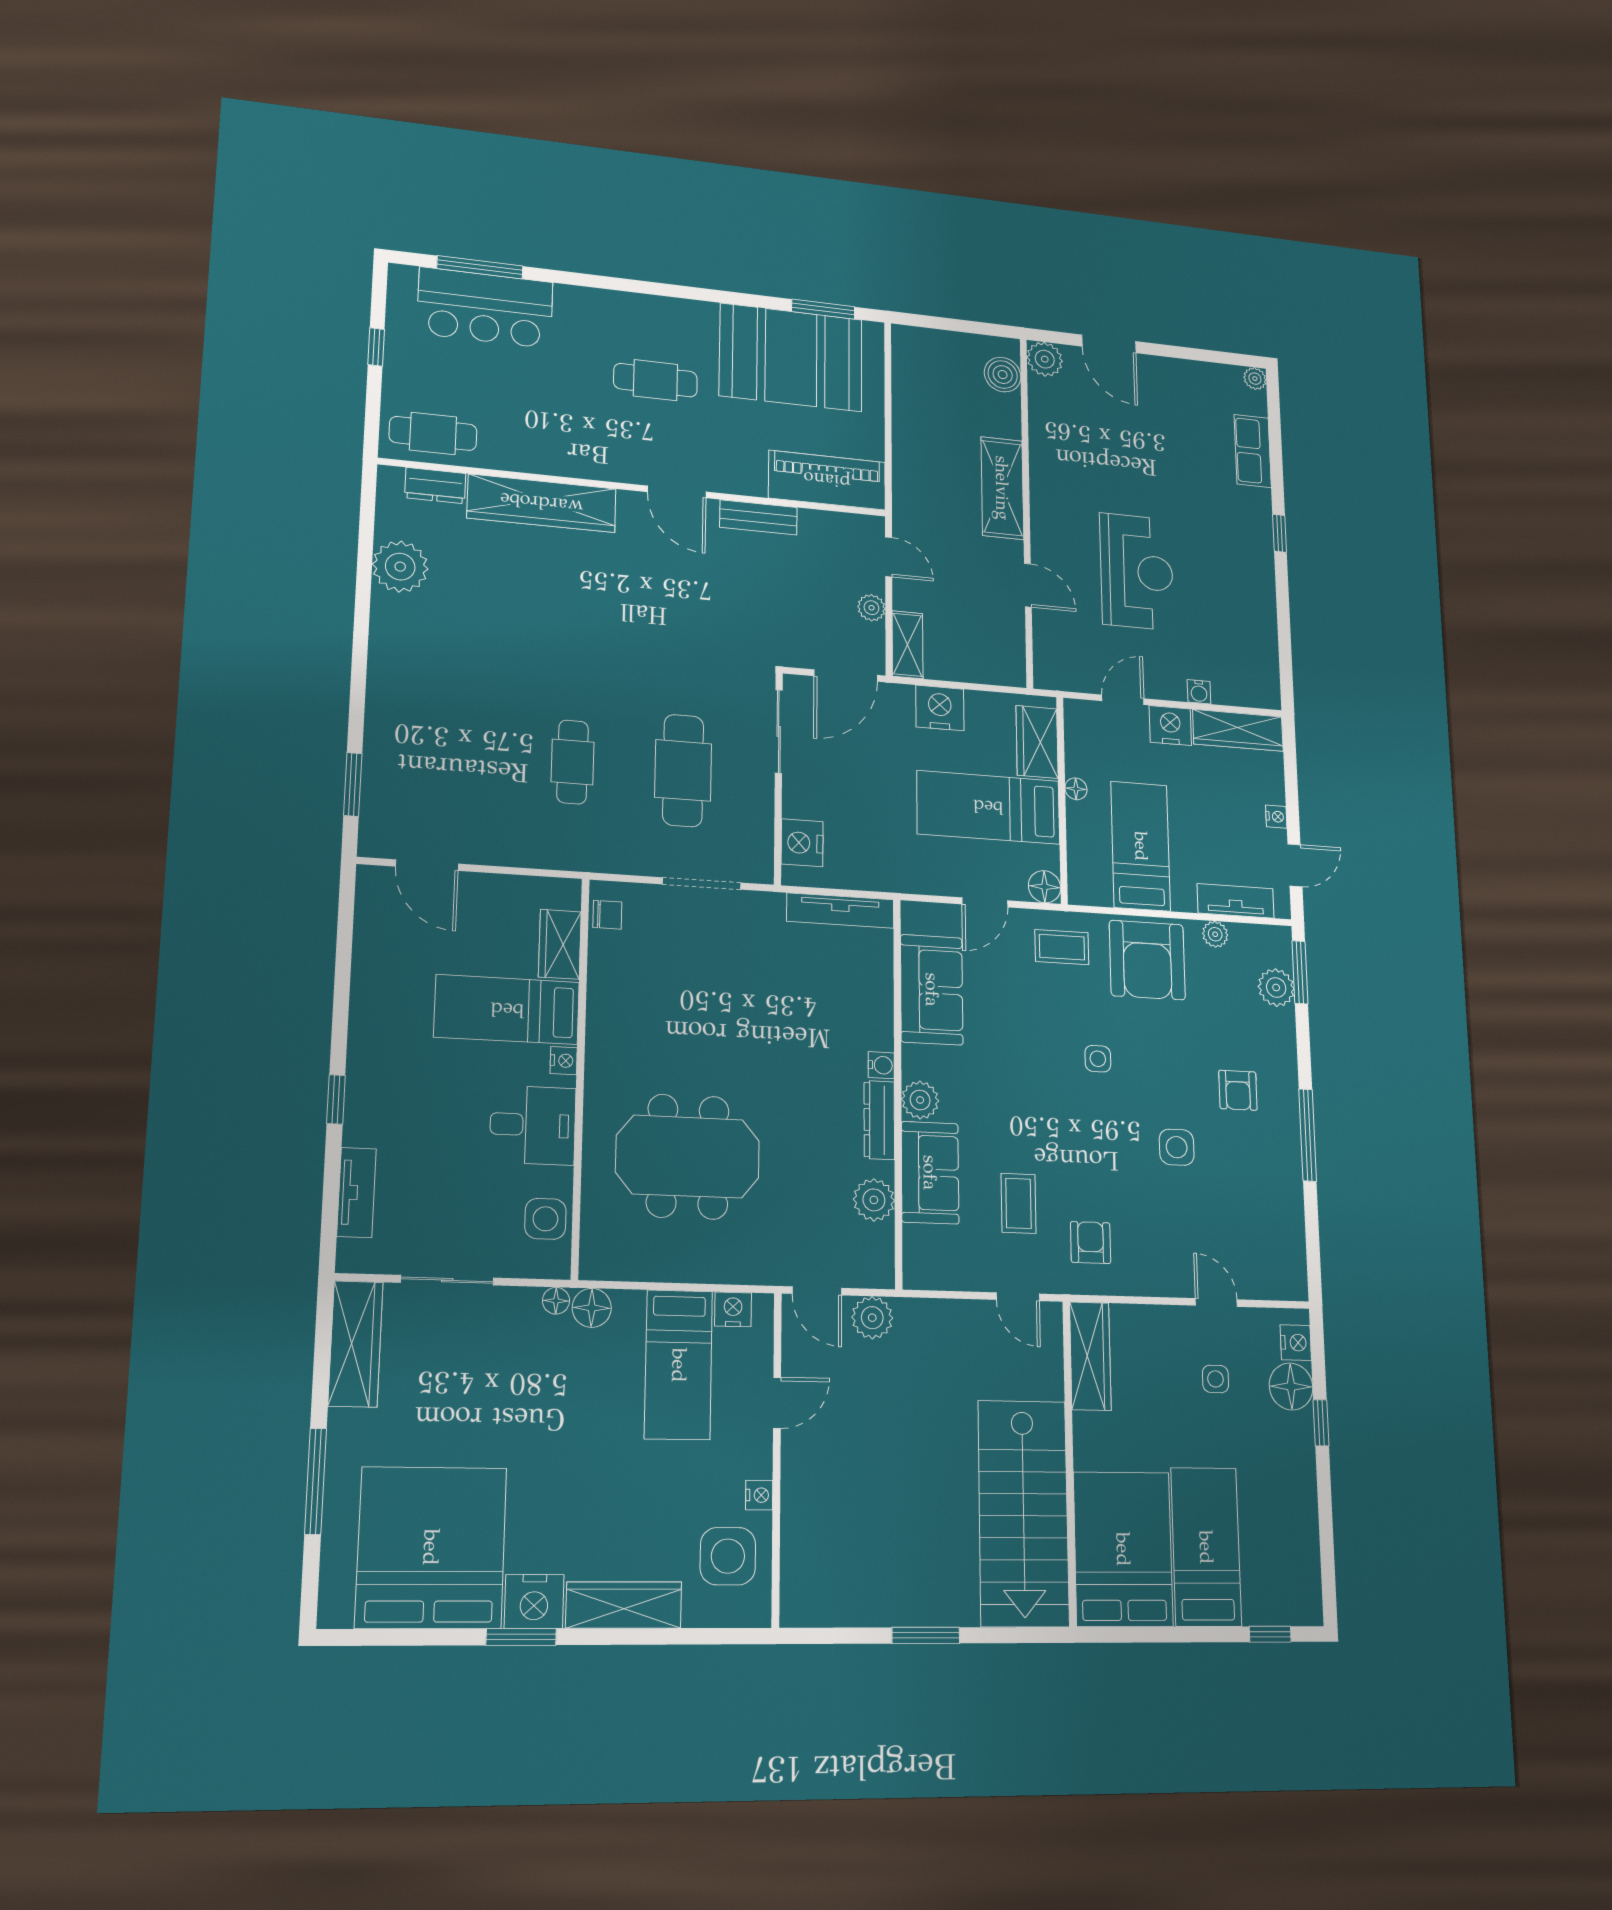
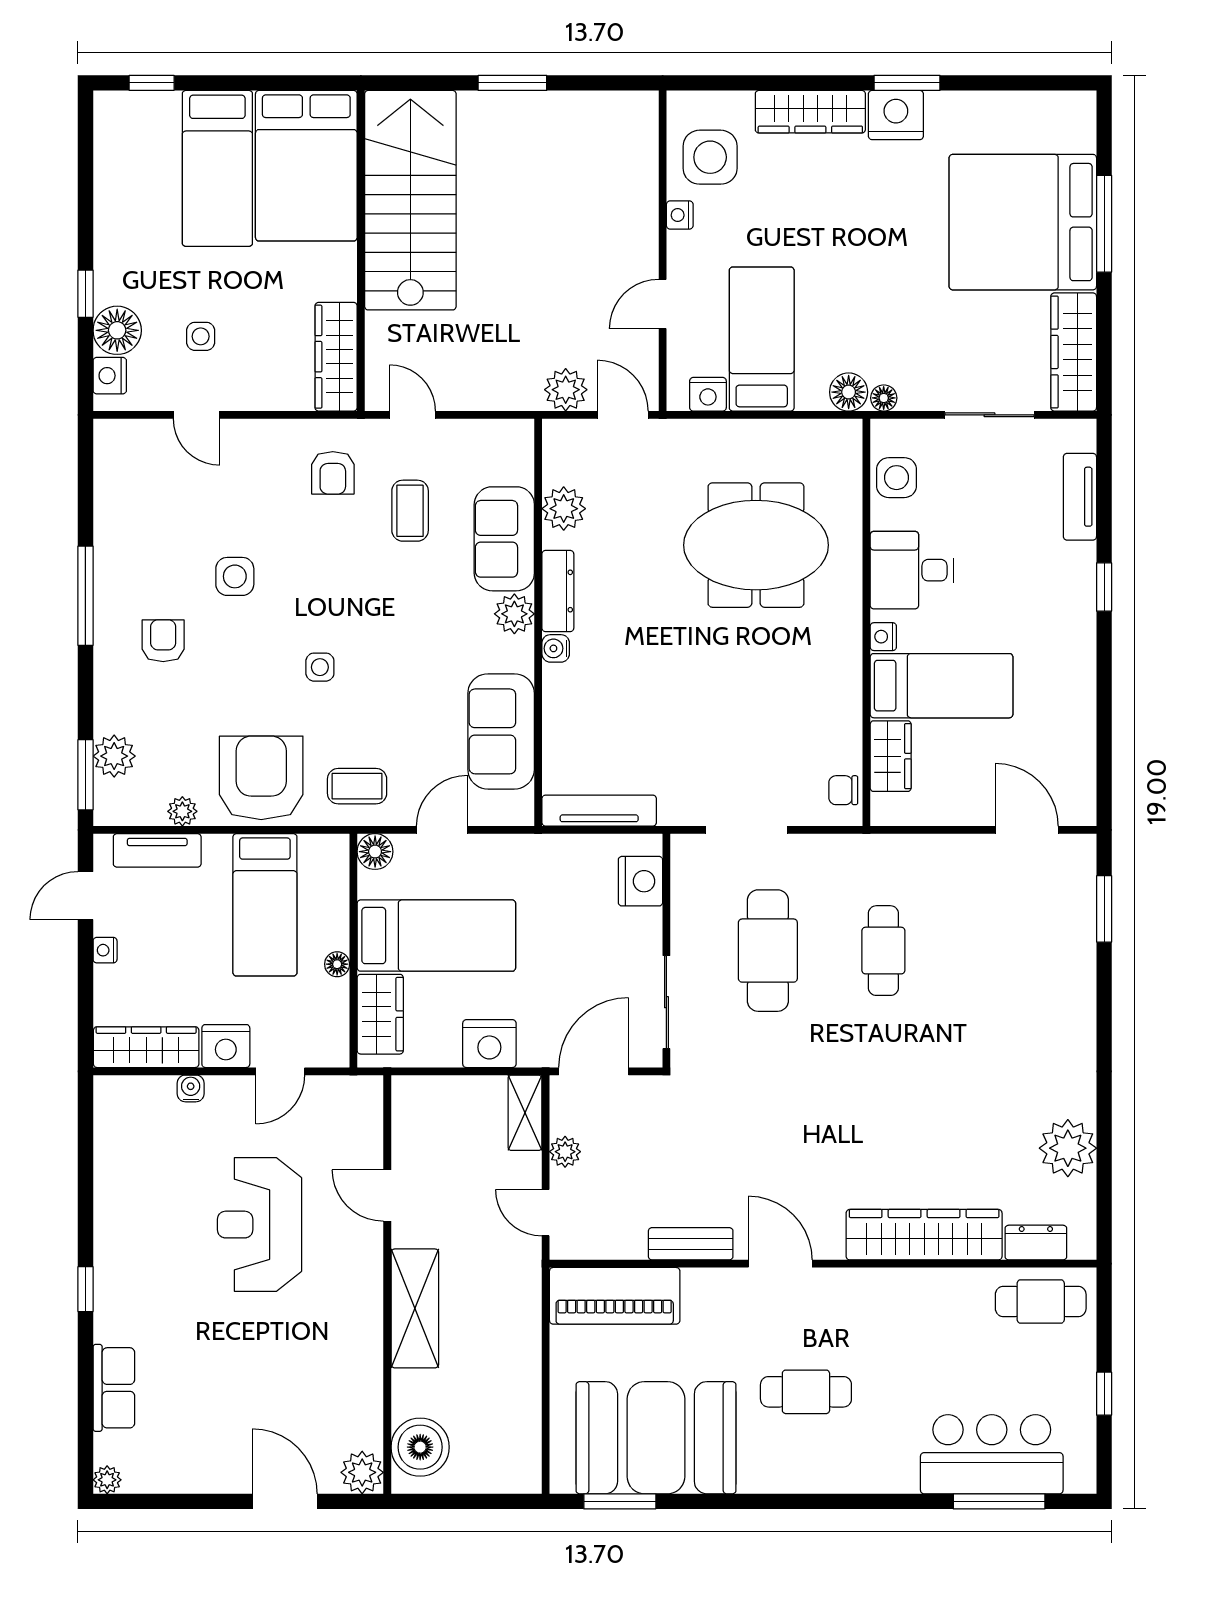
boiler: (1003, 375) -> (420, 1447), width x1.37, depth x1.37
bed: (431, 1547) -> (1023, 222), moved, turned 90

